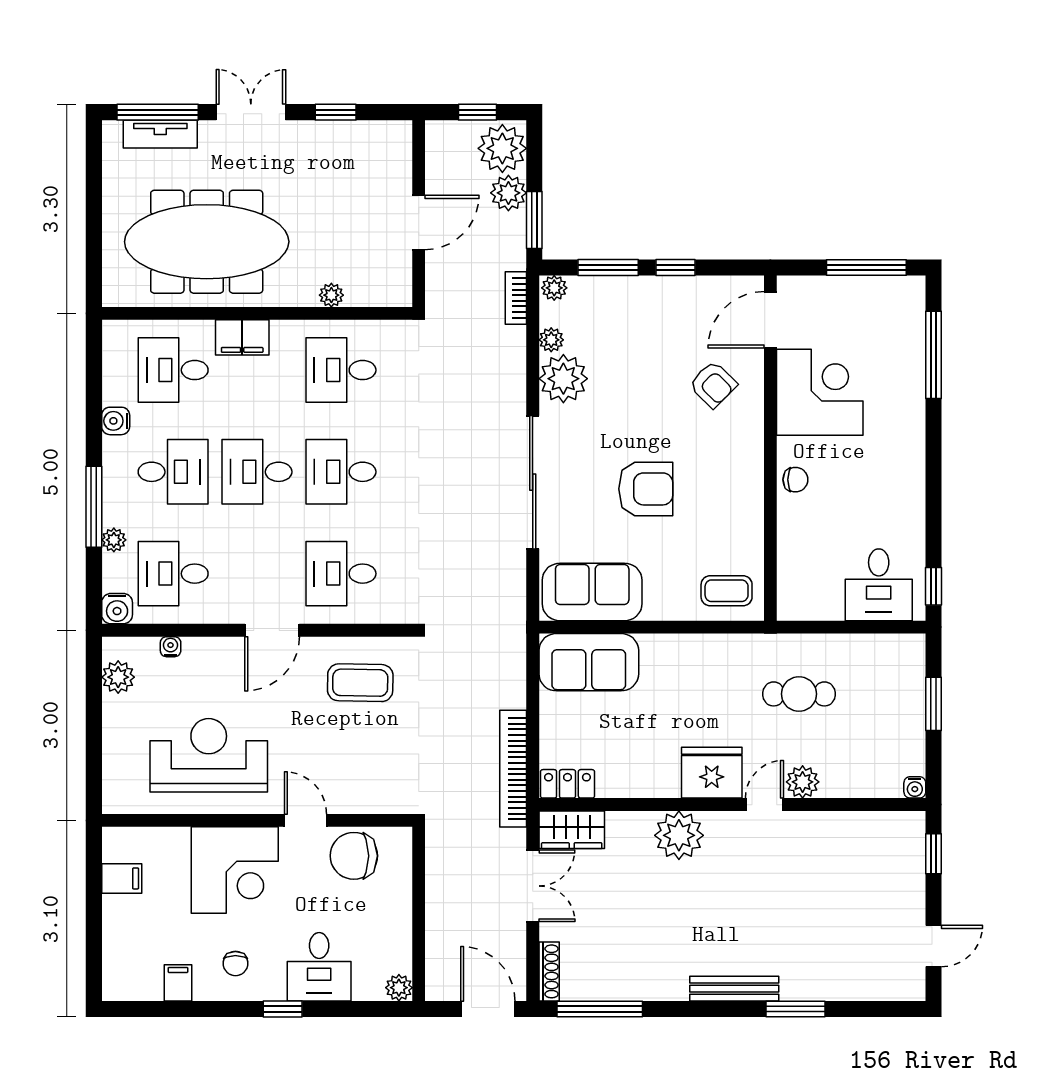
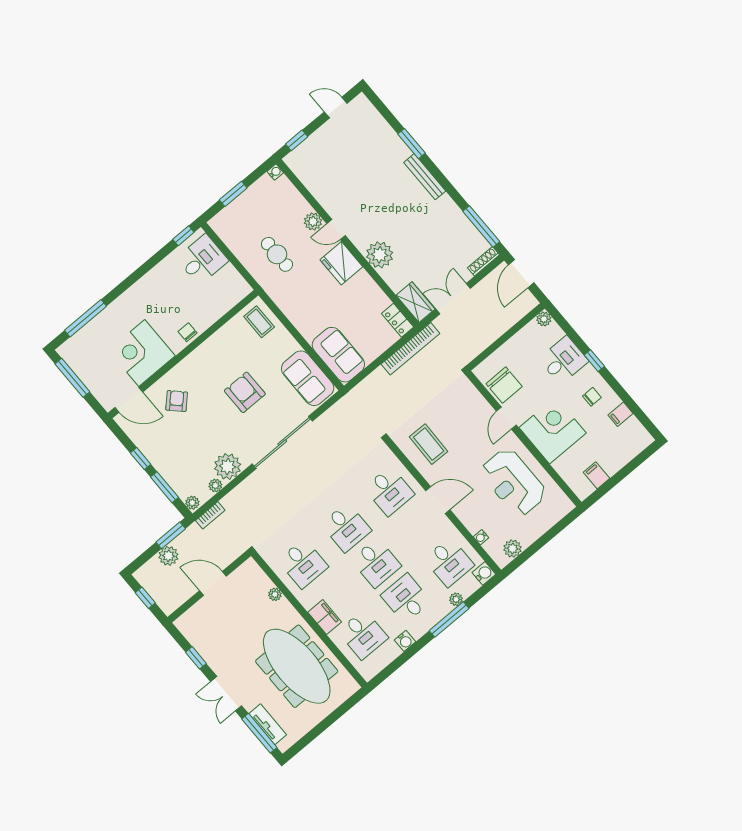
plant: (502, 148) -> (152, 574), removed

